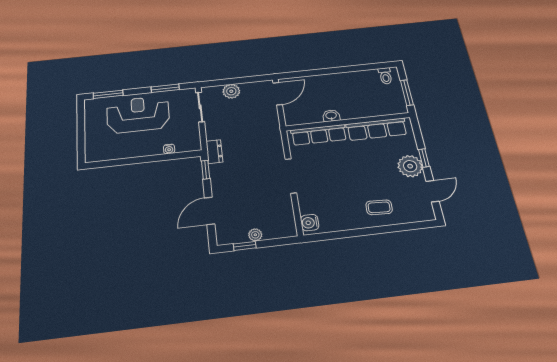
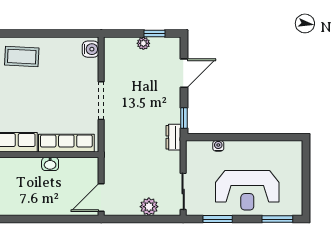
coffee table: (379, 207) -> (22, 57), width x1.36, depth x1.30

